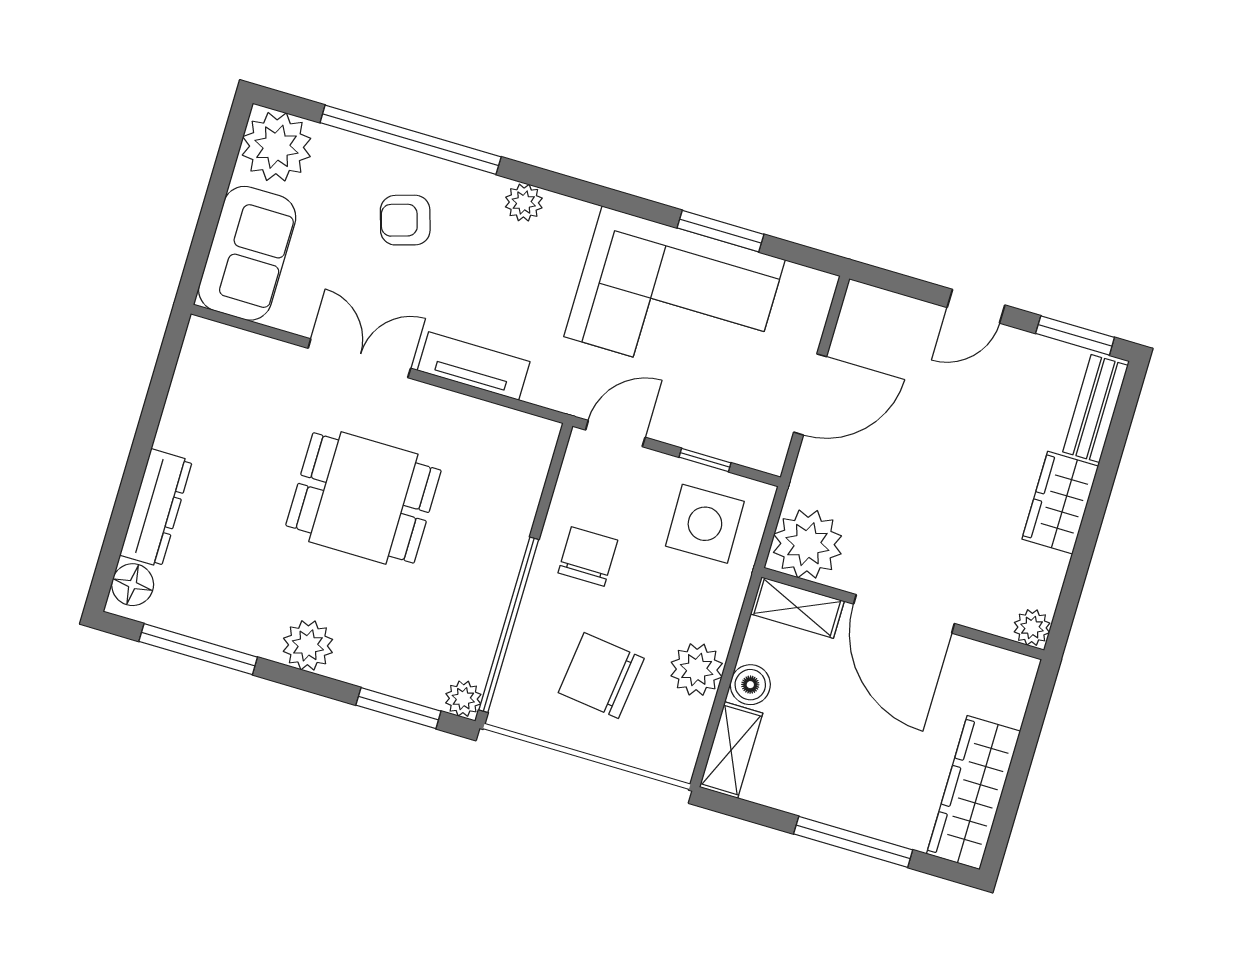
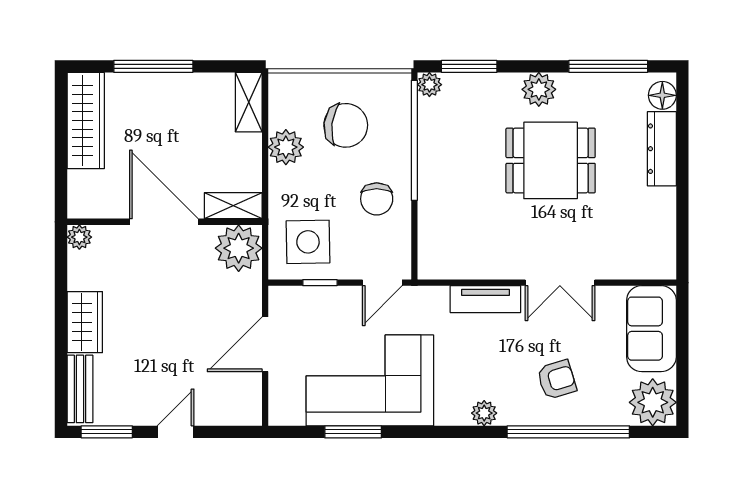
dining table: (363, 498) -> (551, 160), moved
boiler: (750, 685) -> (249, 148), removed

